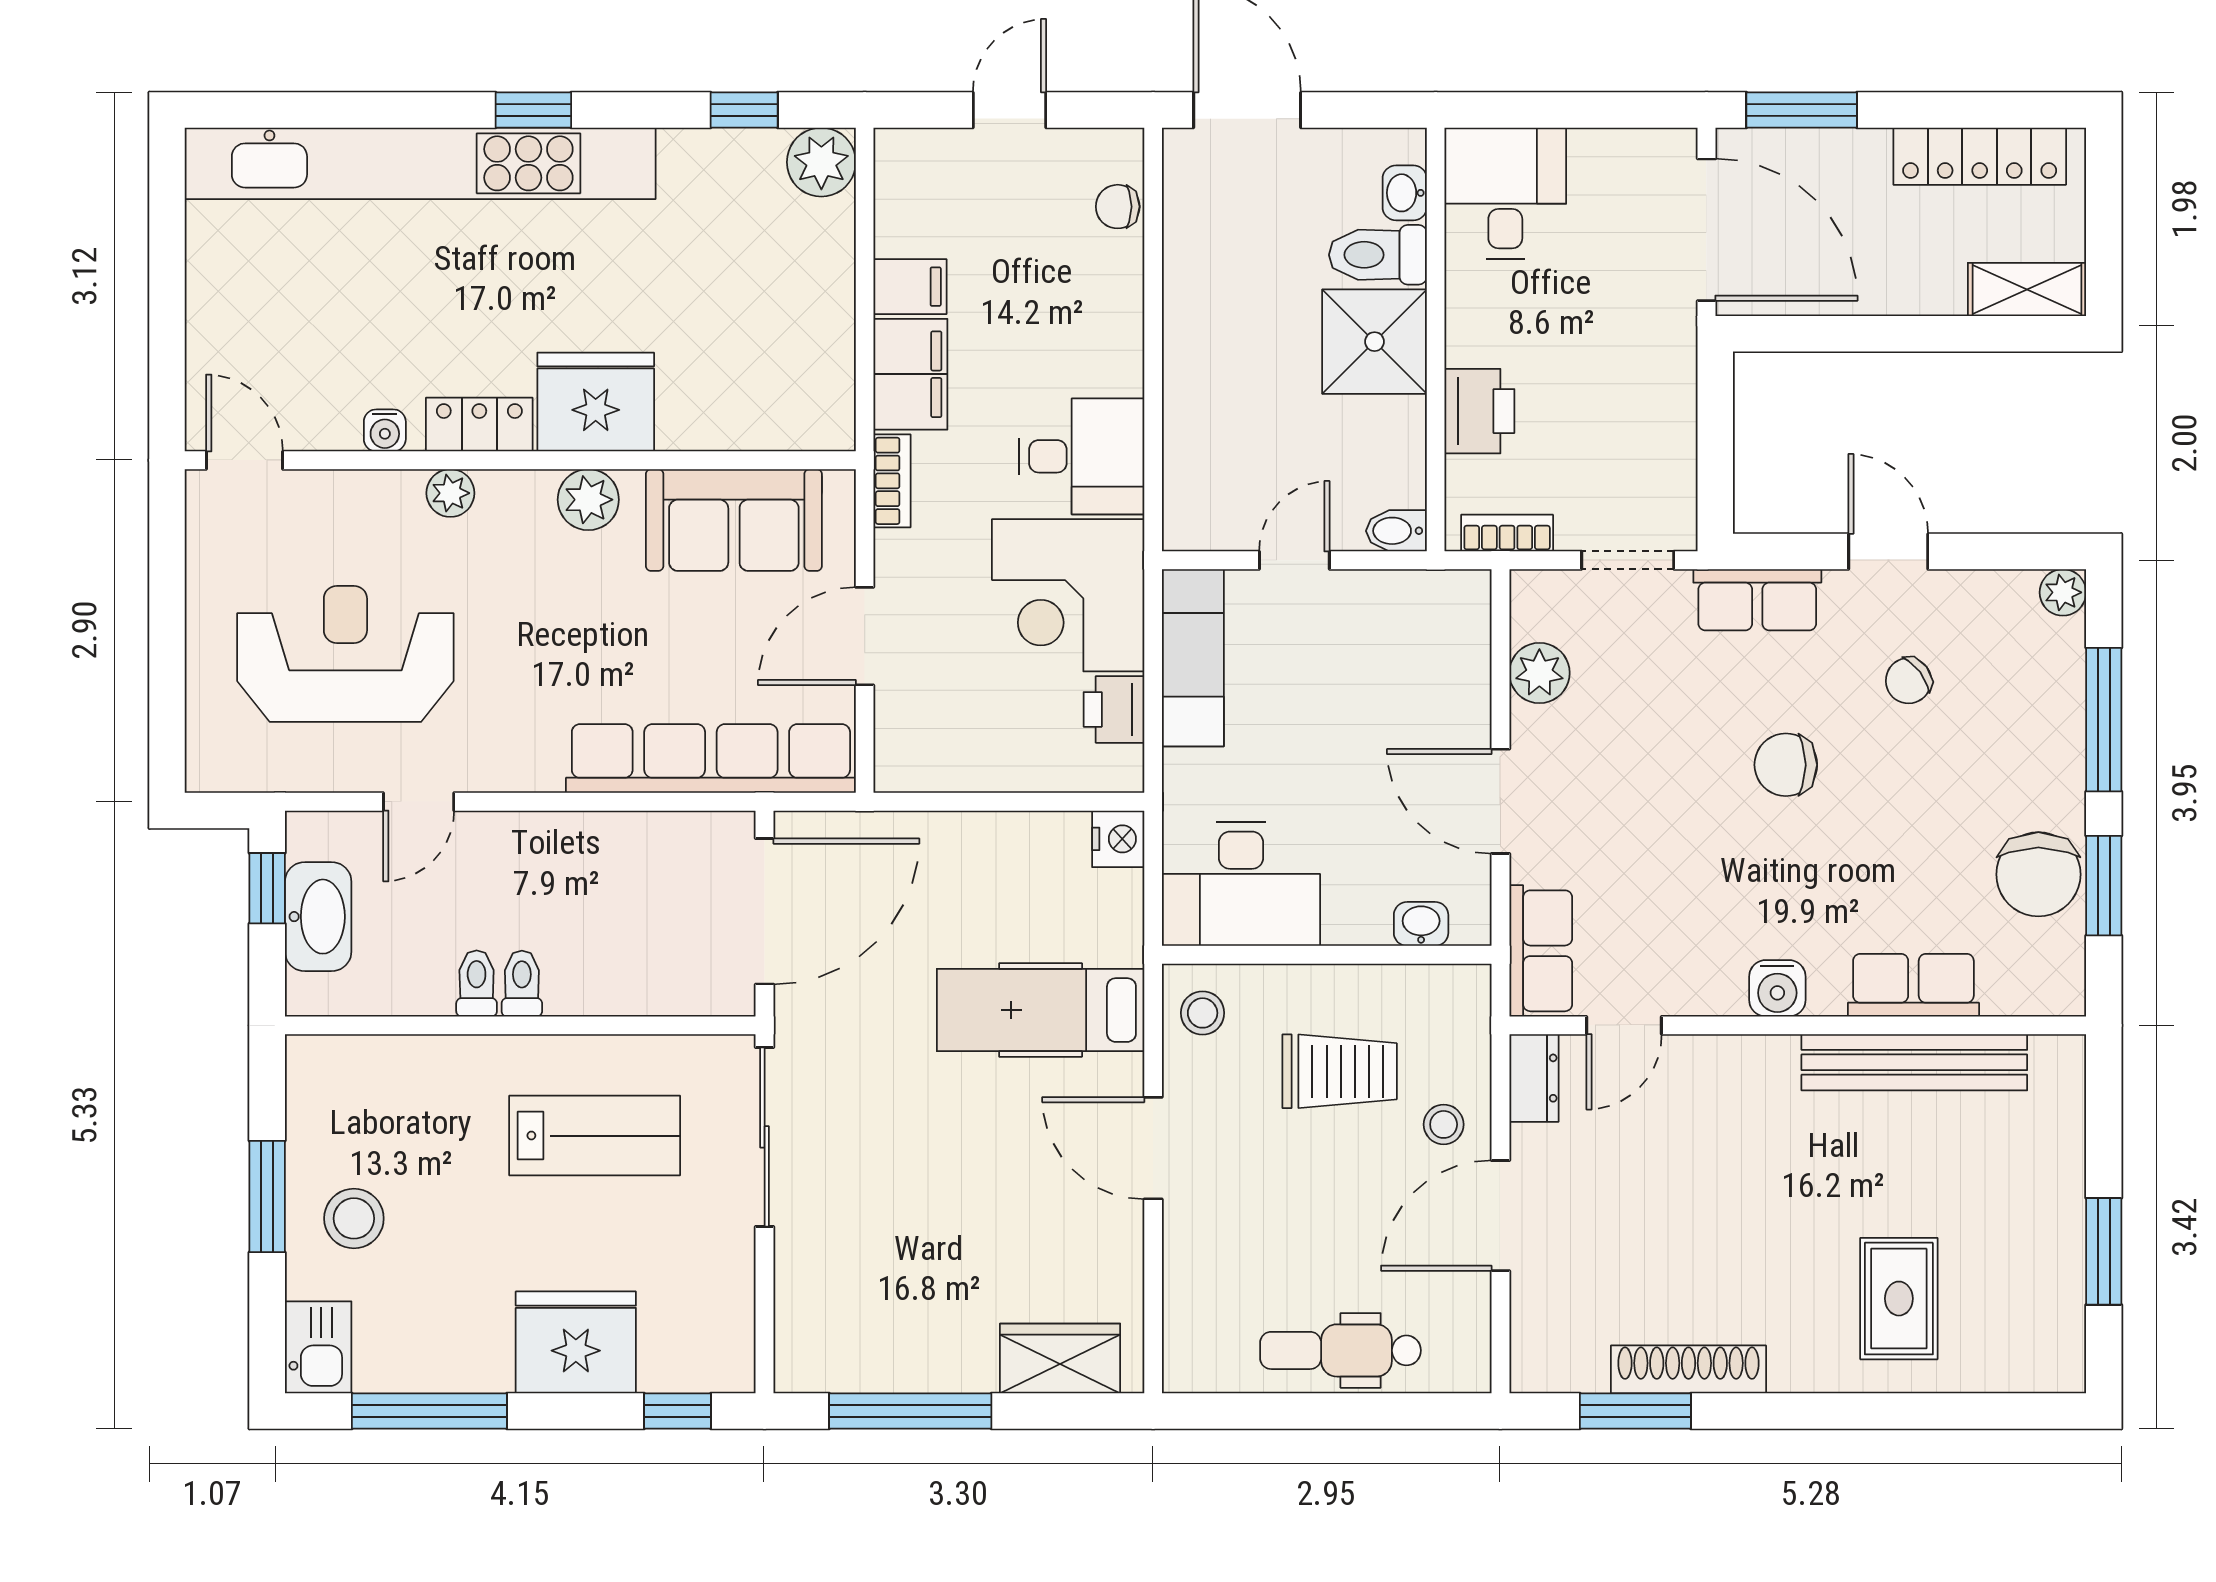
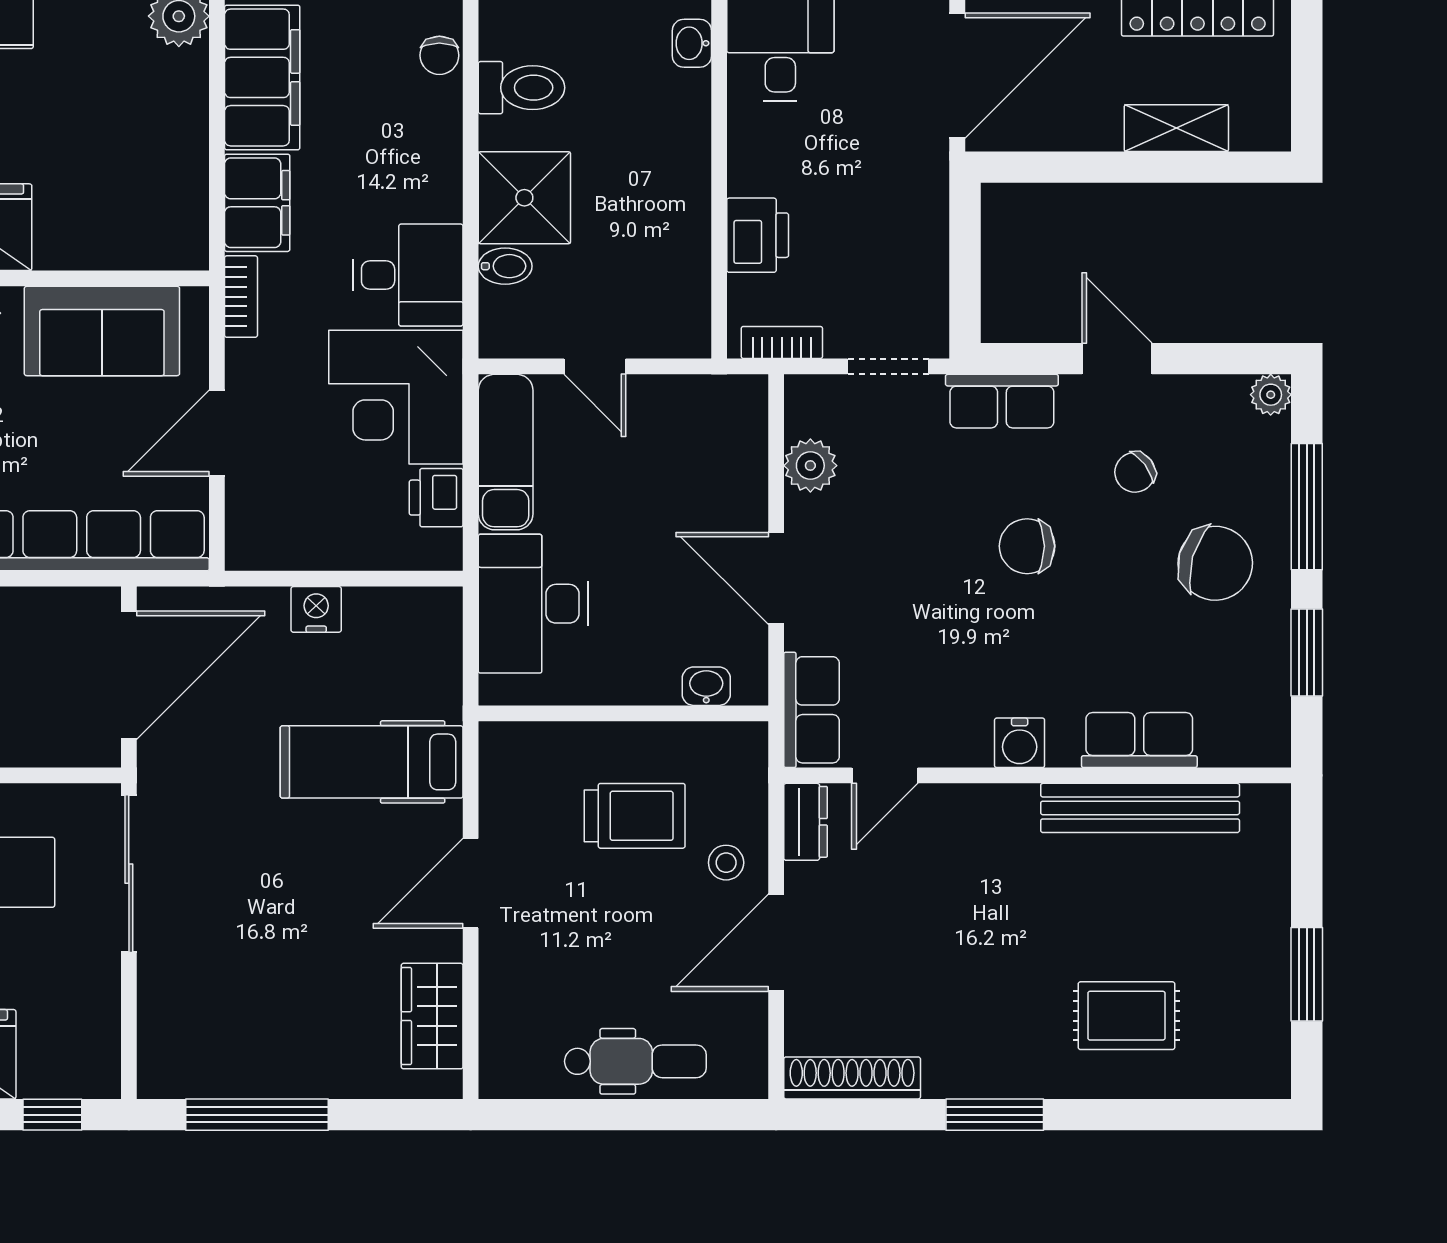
chair: (1118, 207) -> (439, 55), turned -90
door: (1706, 230) -> (957, 76), hinge flipped
toilet: (1378, 255) -> (521, 88), moved, turned 180
filing cabinet: (910, 287) -> (262, 77), width x3.00, depth x1.17
shelving: (2027, 289) -> (1176, 128), moved
shower: (1374, 342) -> (524, 198), moved
bidet: (1396, 531) -> (505, 266), moved, turned 180
door: (1294, 560) -> (595, 366), swing flipped
nightstand: (1118, 839) -> (316, 609), moved, turned -90
chair: (2038, 874) -> (1215, 563), moved, turned -74
desk: (1241, 884) -> (533, 604), moved, turned 90
stool: (1203, 1013) -> (514, 765), removed
door: (1153, 1148) -> (471, 883), hinge flipped
rug: (1899, 1299) -> (1126, 1016), turned 90
dental chair: (1340, 1350) -> (635, 1061), turned 180
wardrobe: (1060, 1358) -> (432, 1016), moved, turned -90
shoe rack: (1688, 1369) -> (852, 1078), moved
window: (1635, 1411) -> (995, 1115), moved

